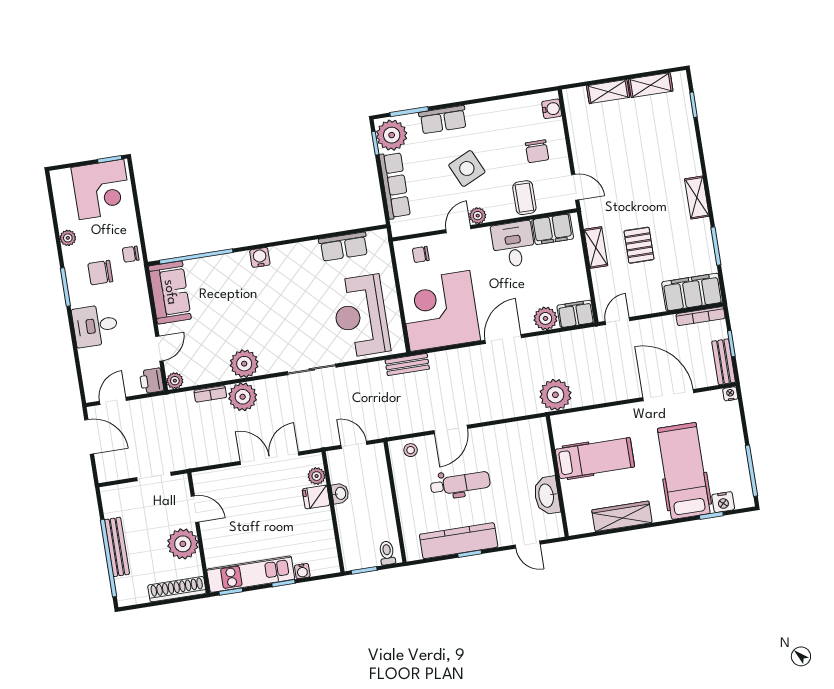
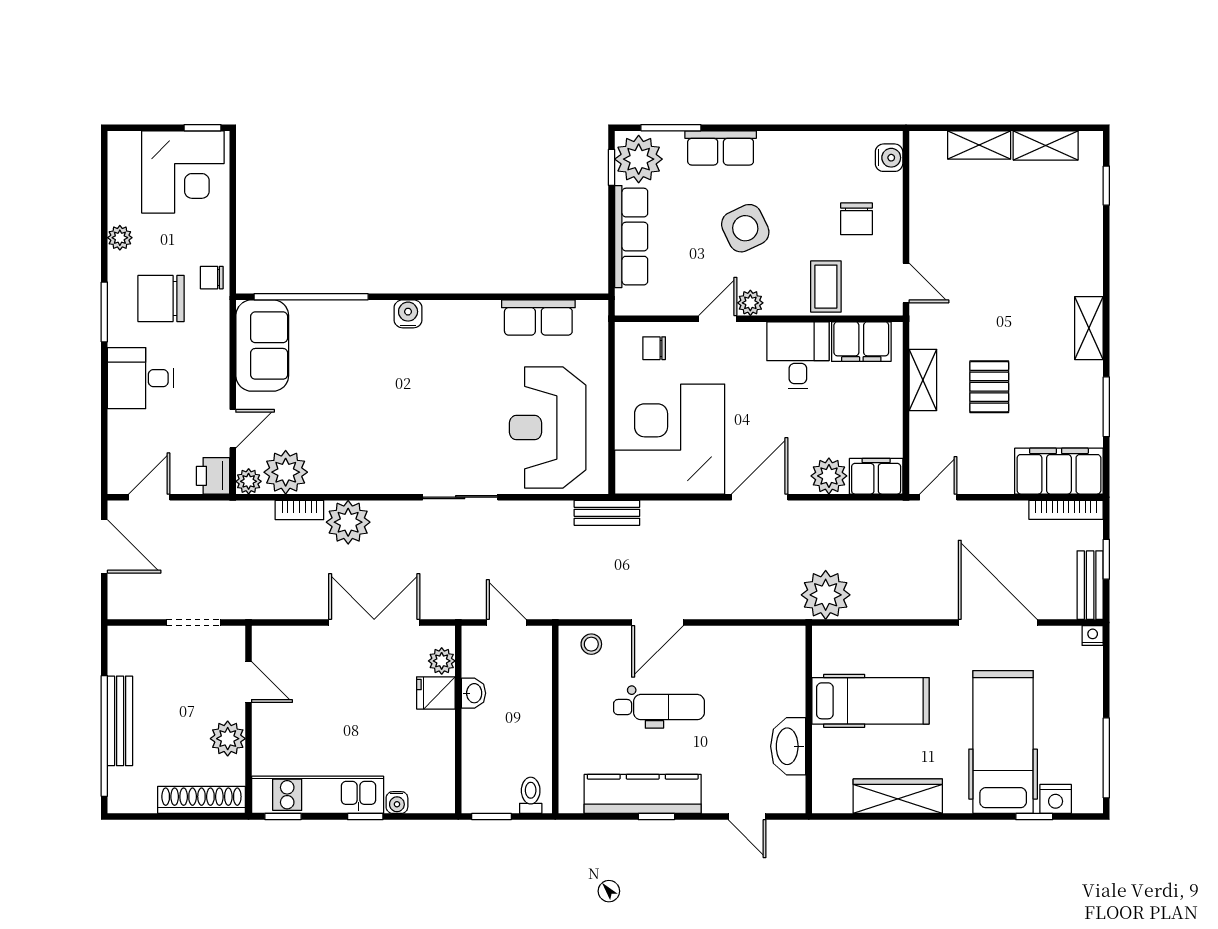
chair: (100, 273) -> (161, 298), width x1.37, depth x1.37
plant: (244, 364) -> (286, 472), moved
plant: (183, 544) -> (228, 739), width x0.73, depth x0.73

